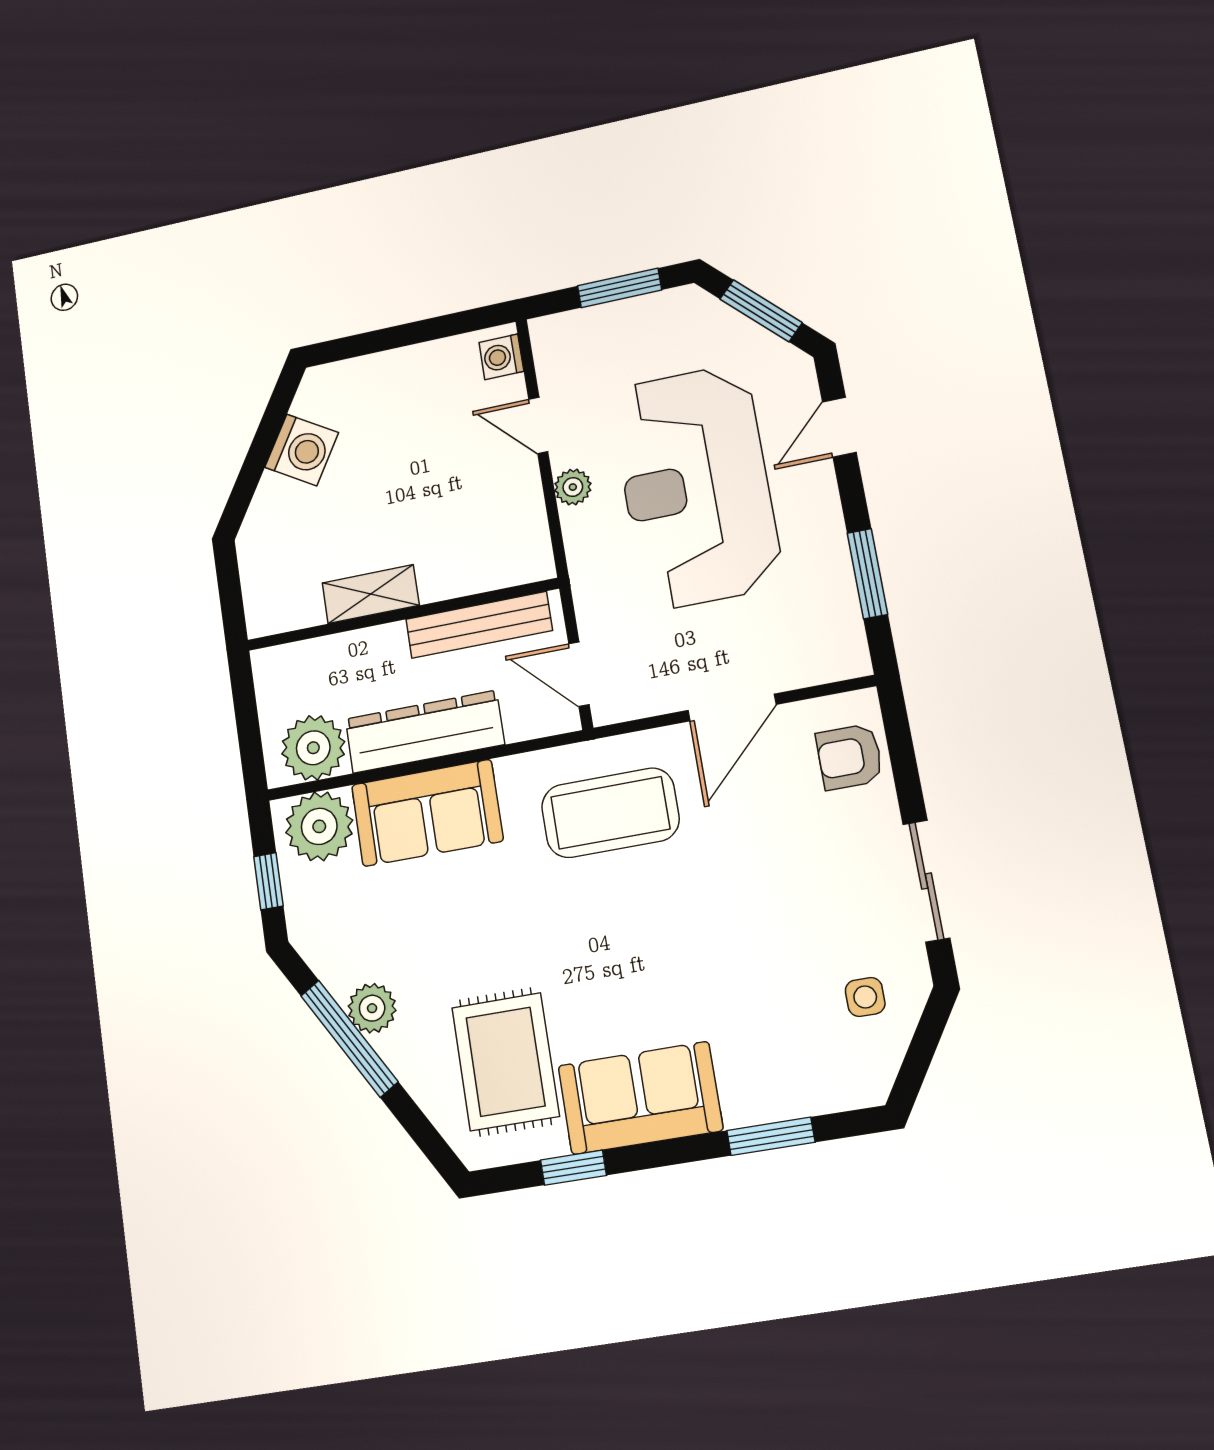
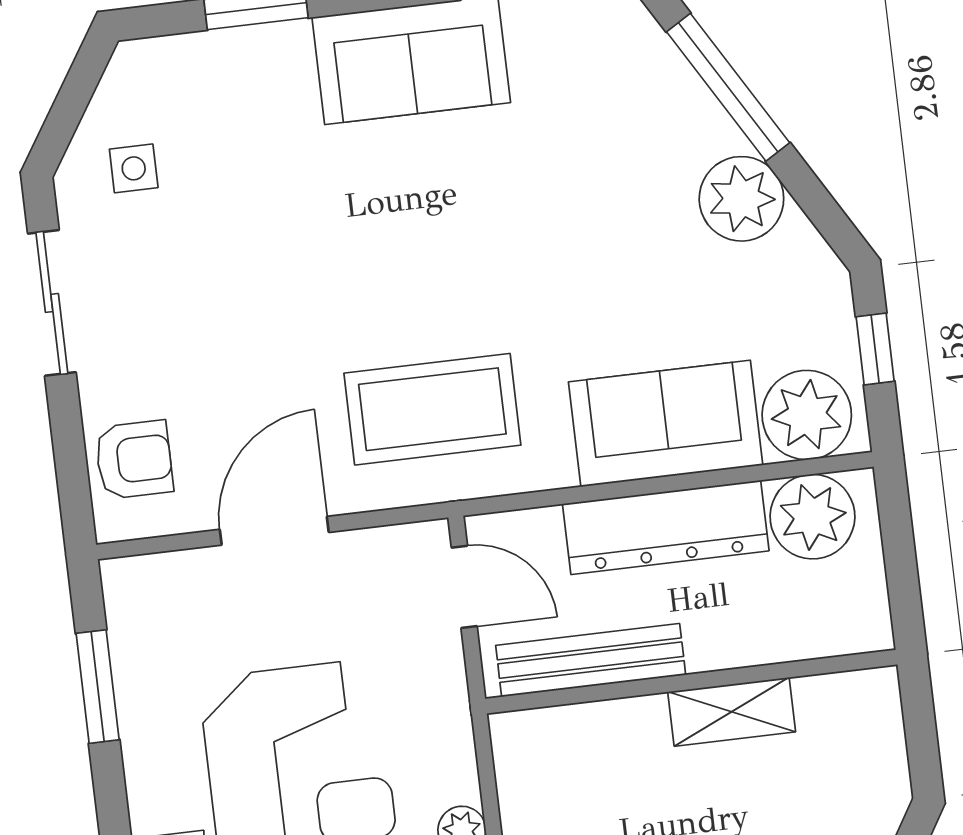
plant: (372, 1008) -> (741, 199), width x1.36, depth x1.36
window: (349, 1039) -> (728, 87), moved
rug: (505, 1062) -> (576, 110), removed

